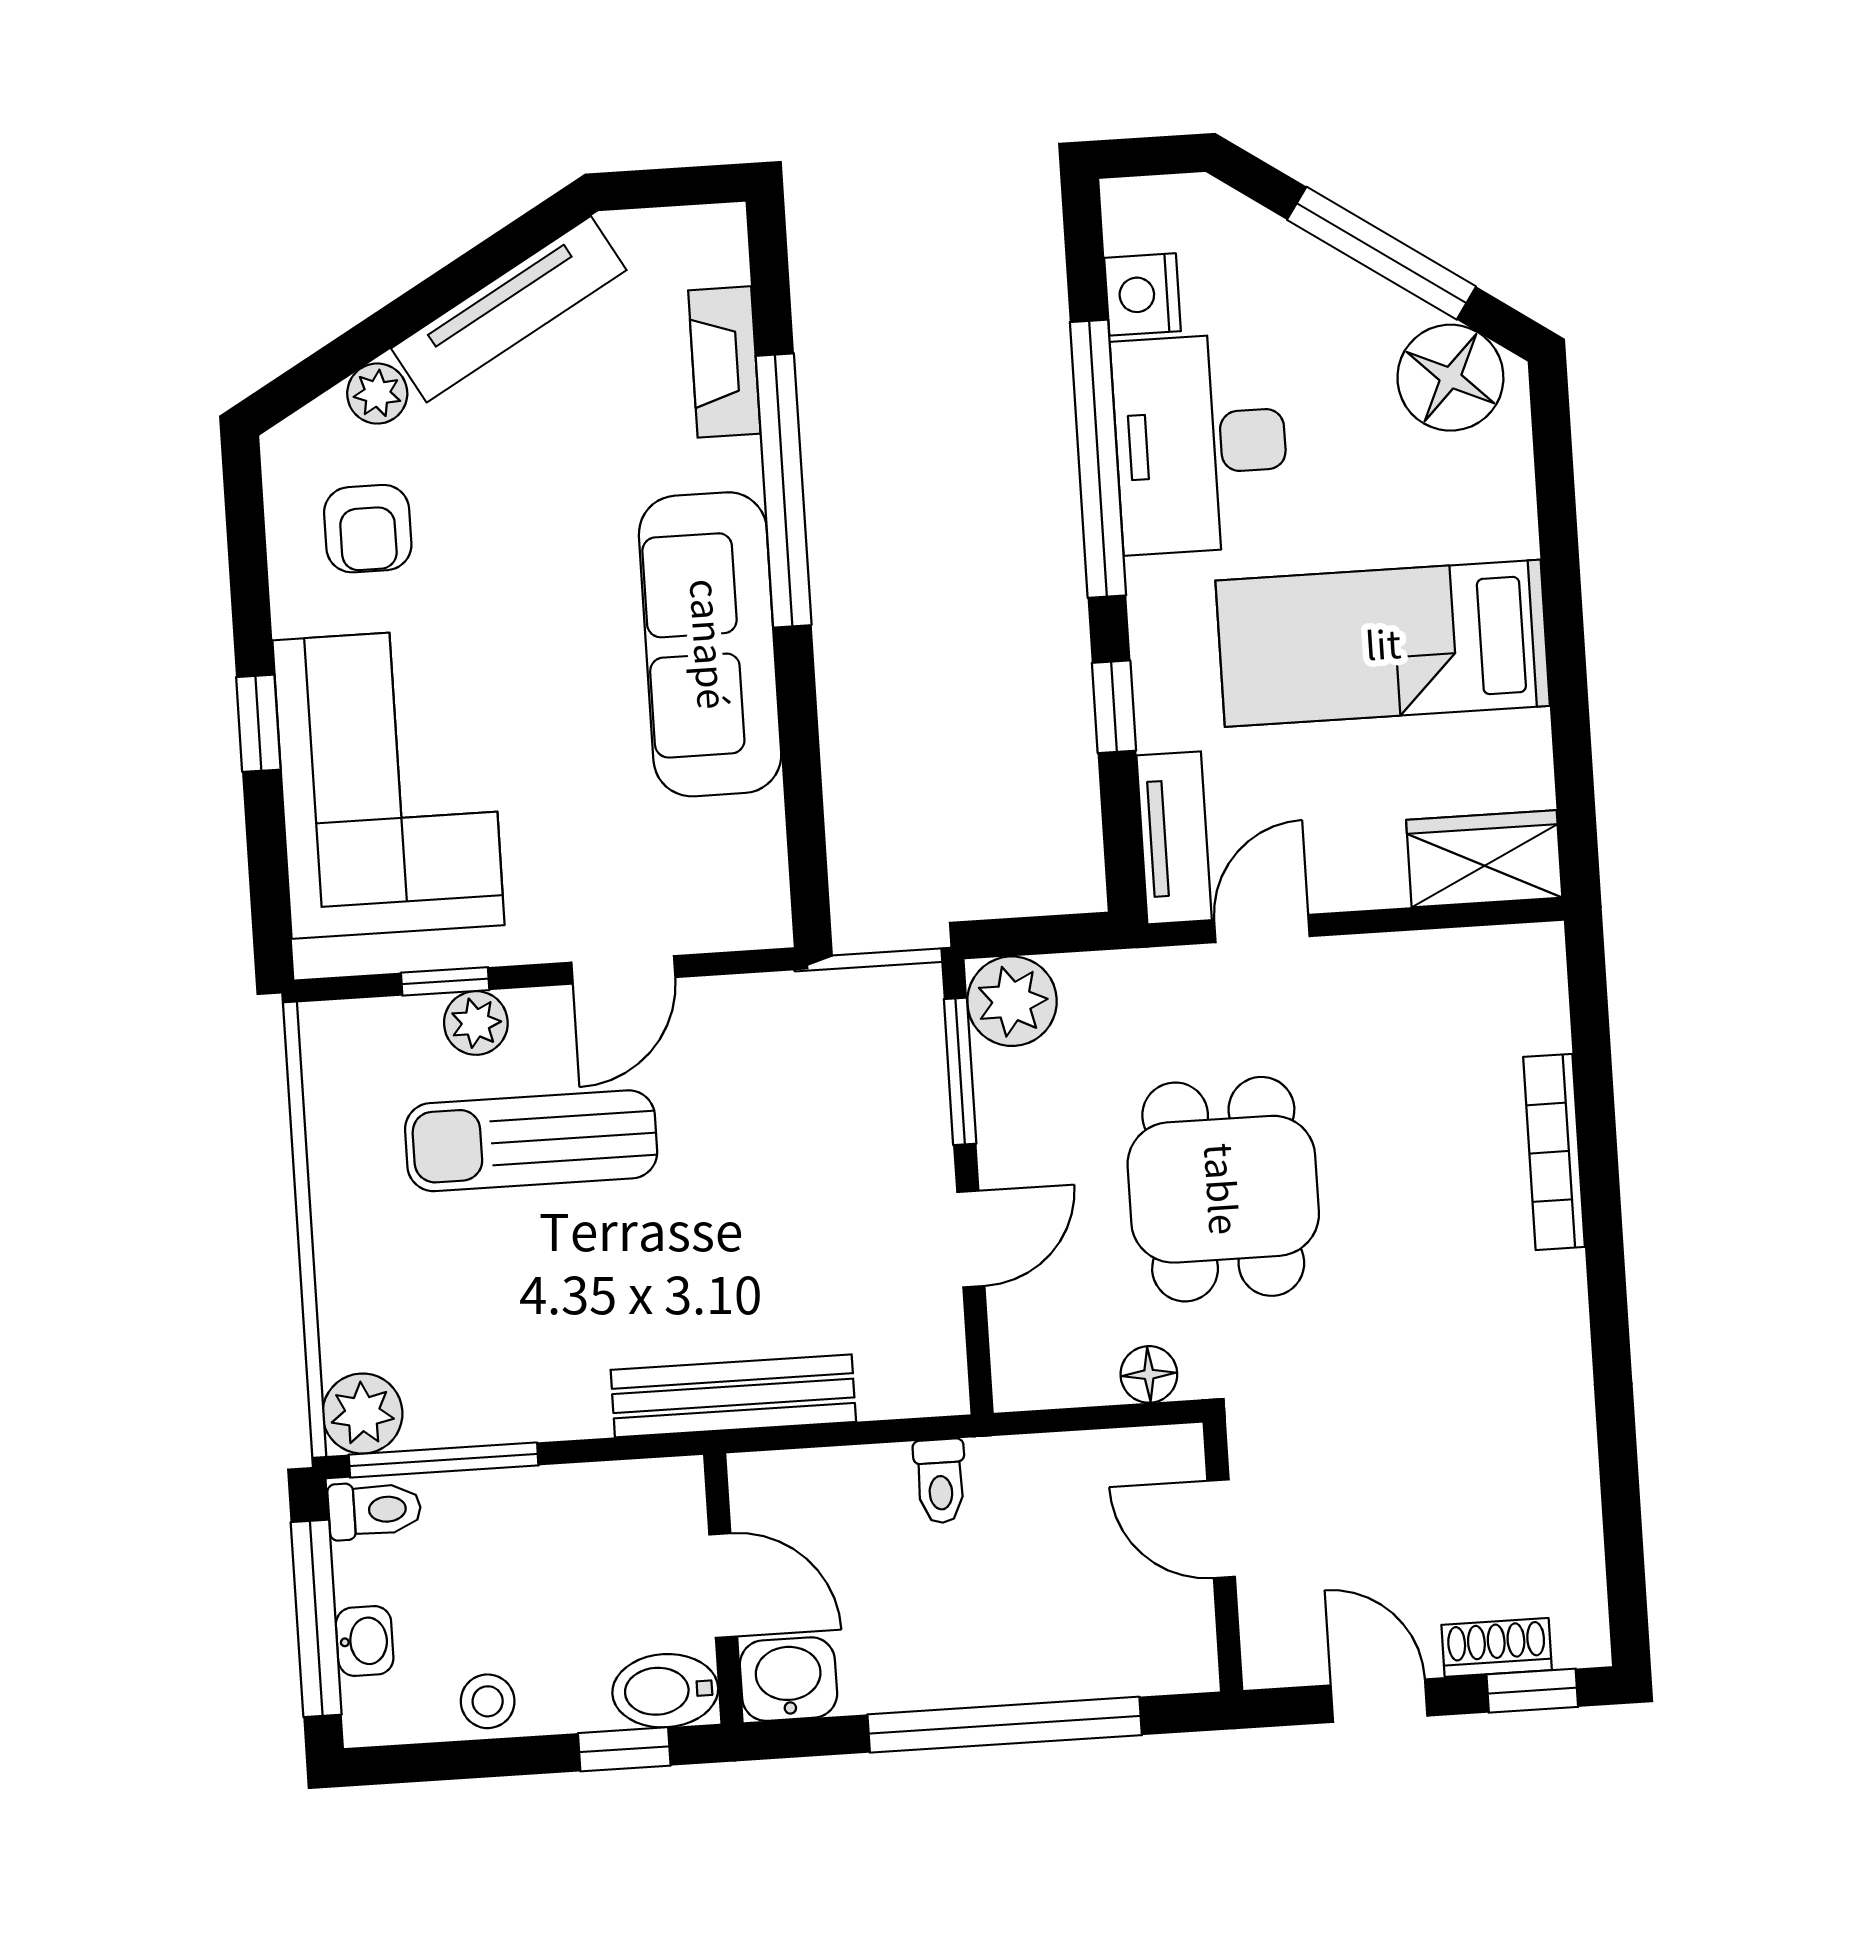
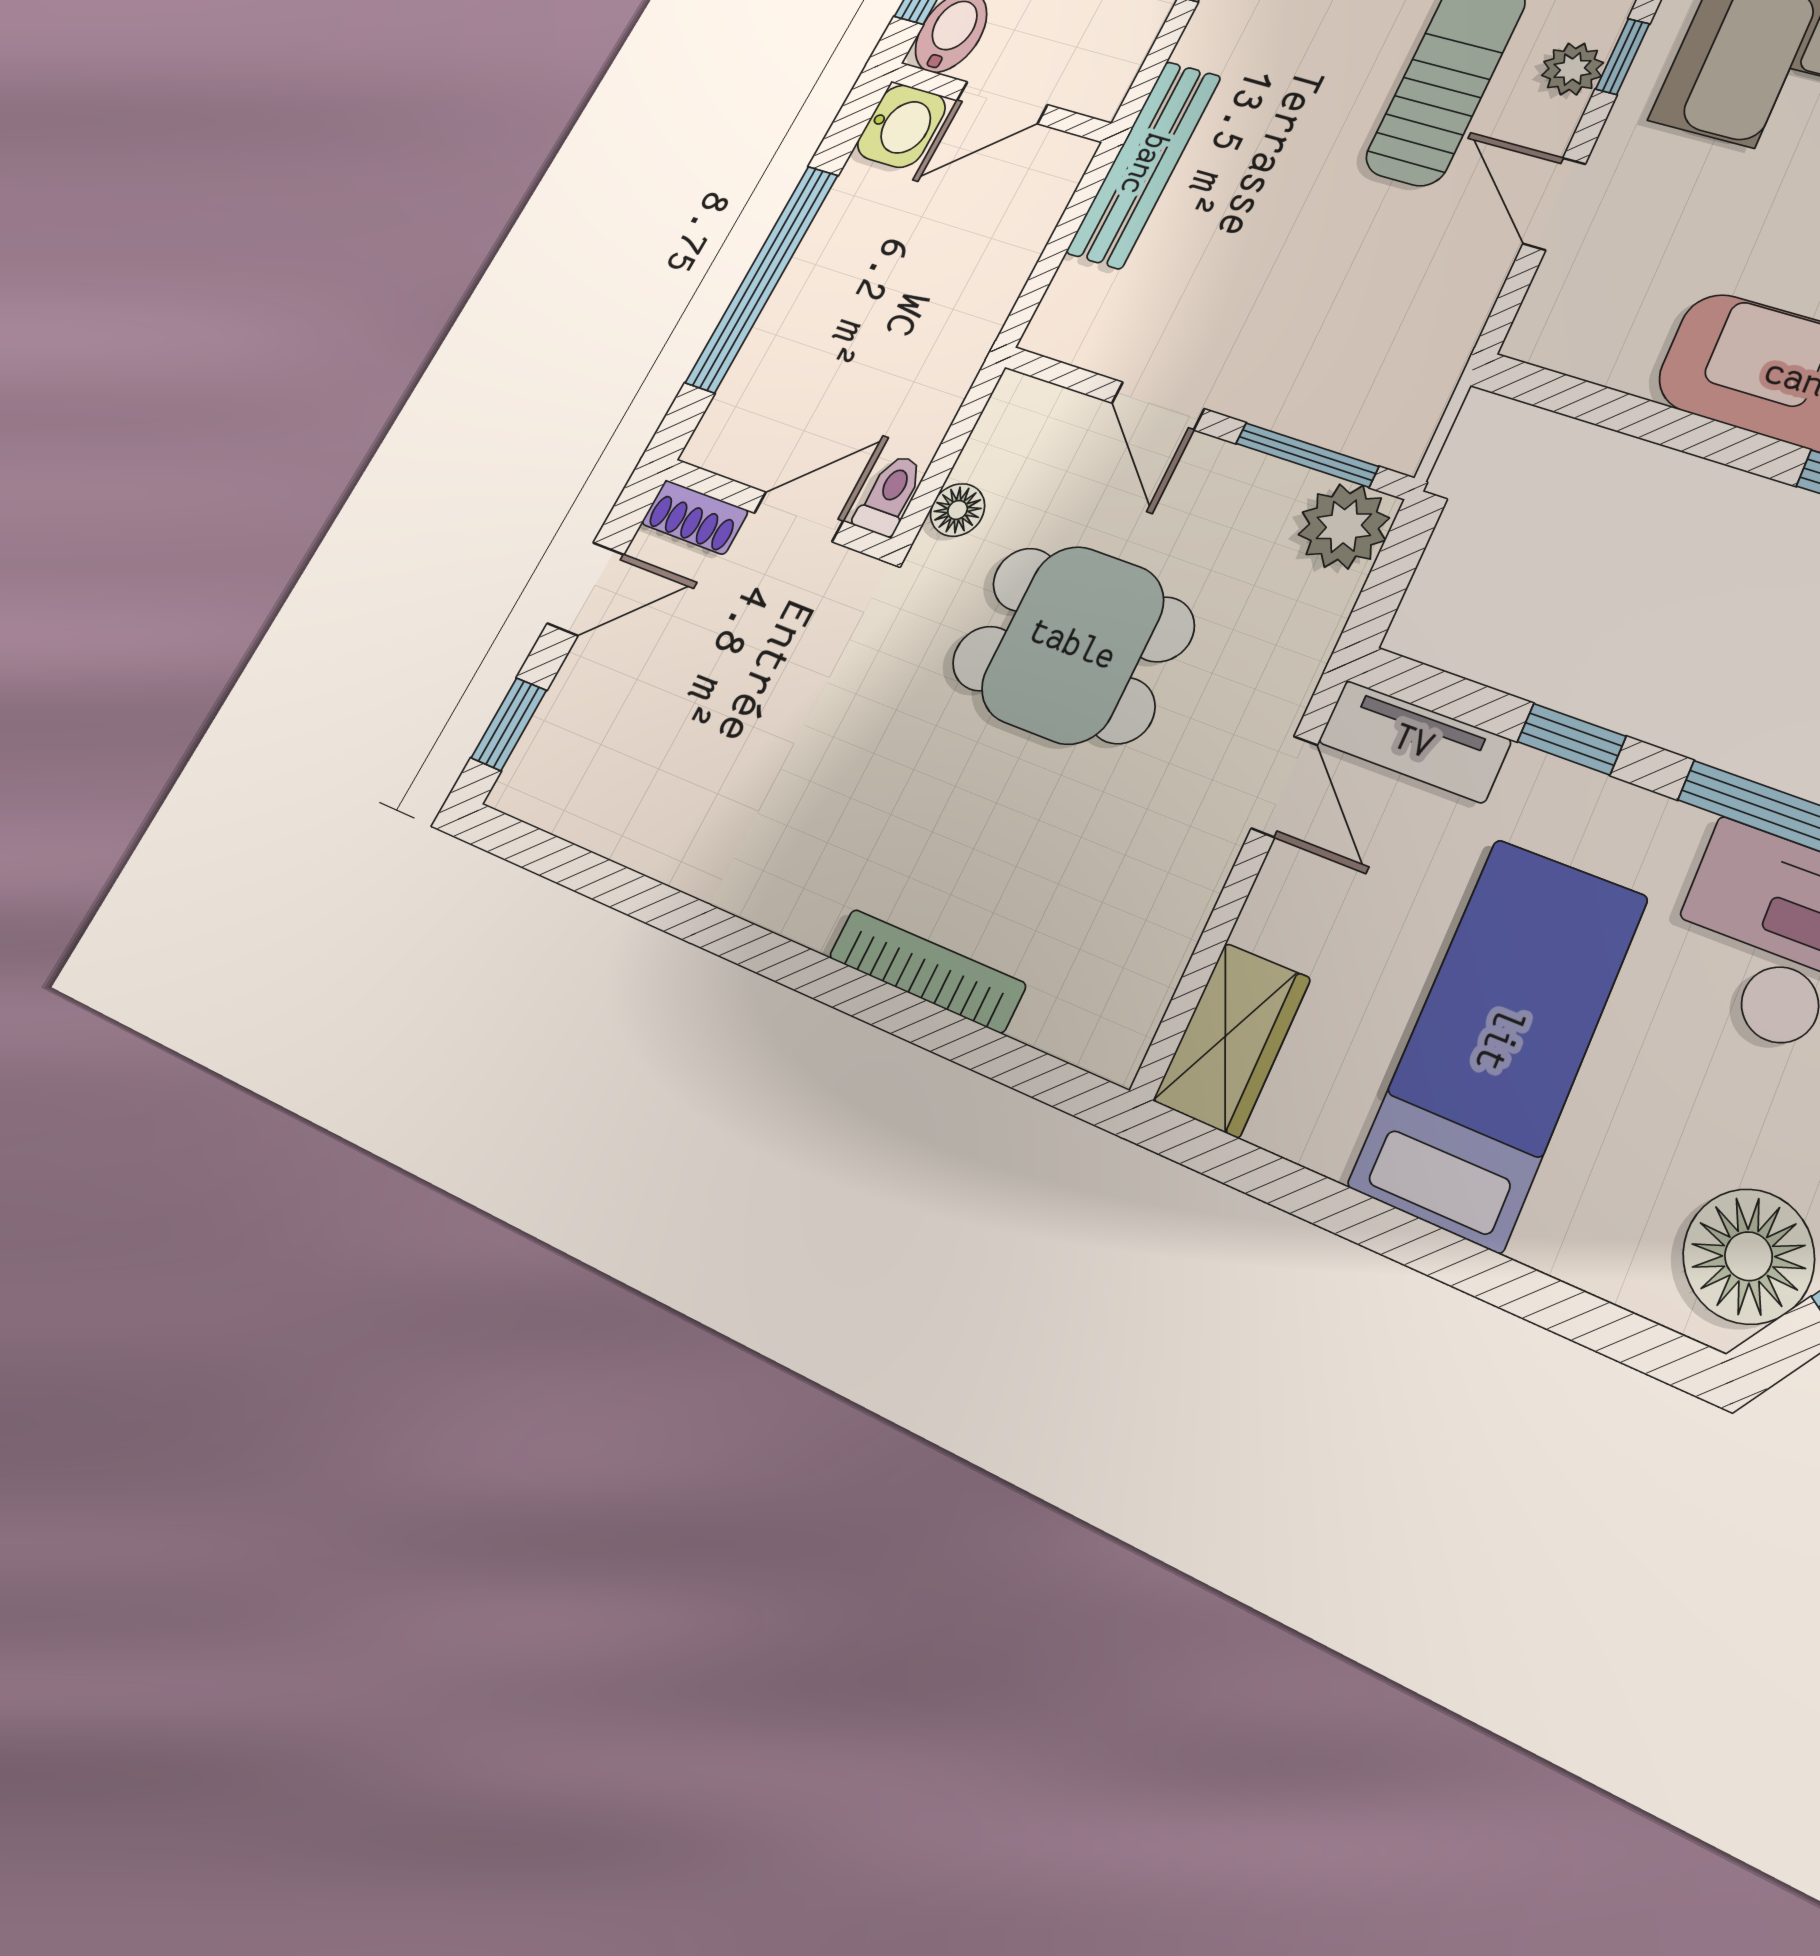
toilet: (940, 1481) -> (890, 495), moved, turned 90
shoe rack: (1497, 1647) -> (695, 517), moved, turned 90

